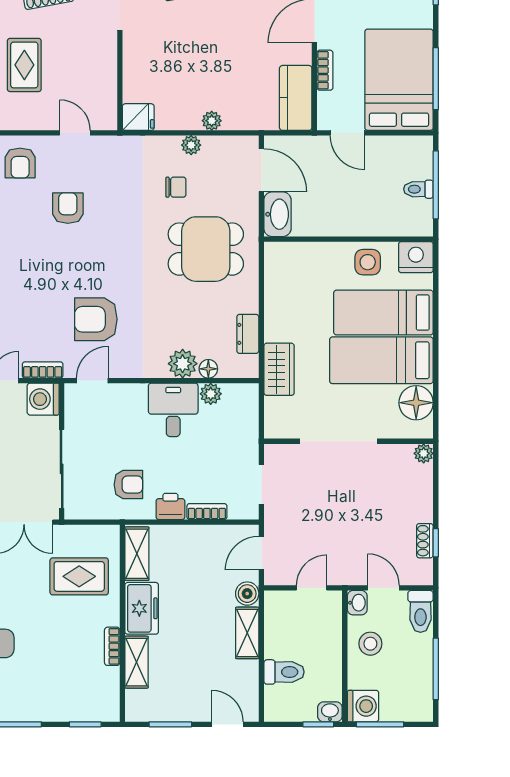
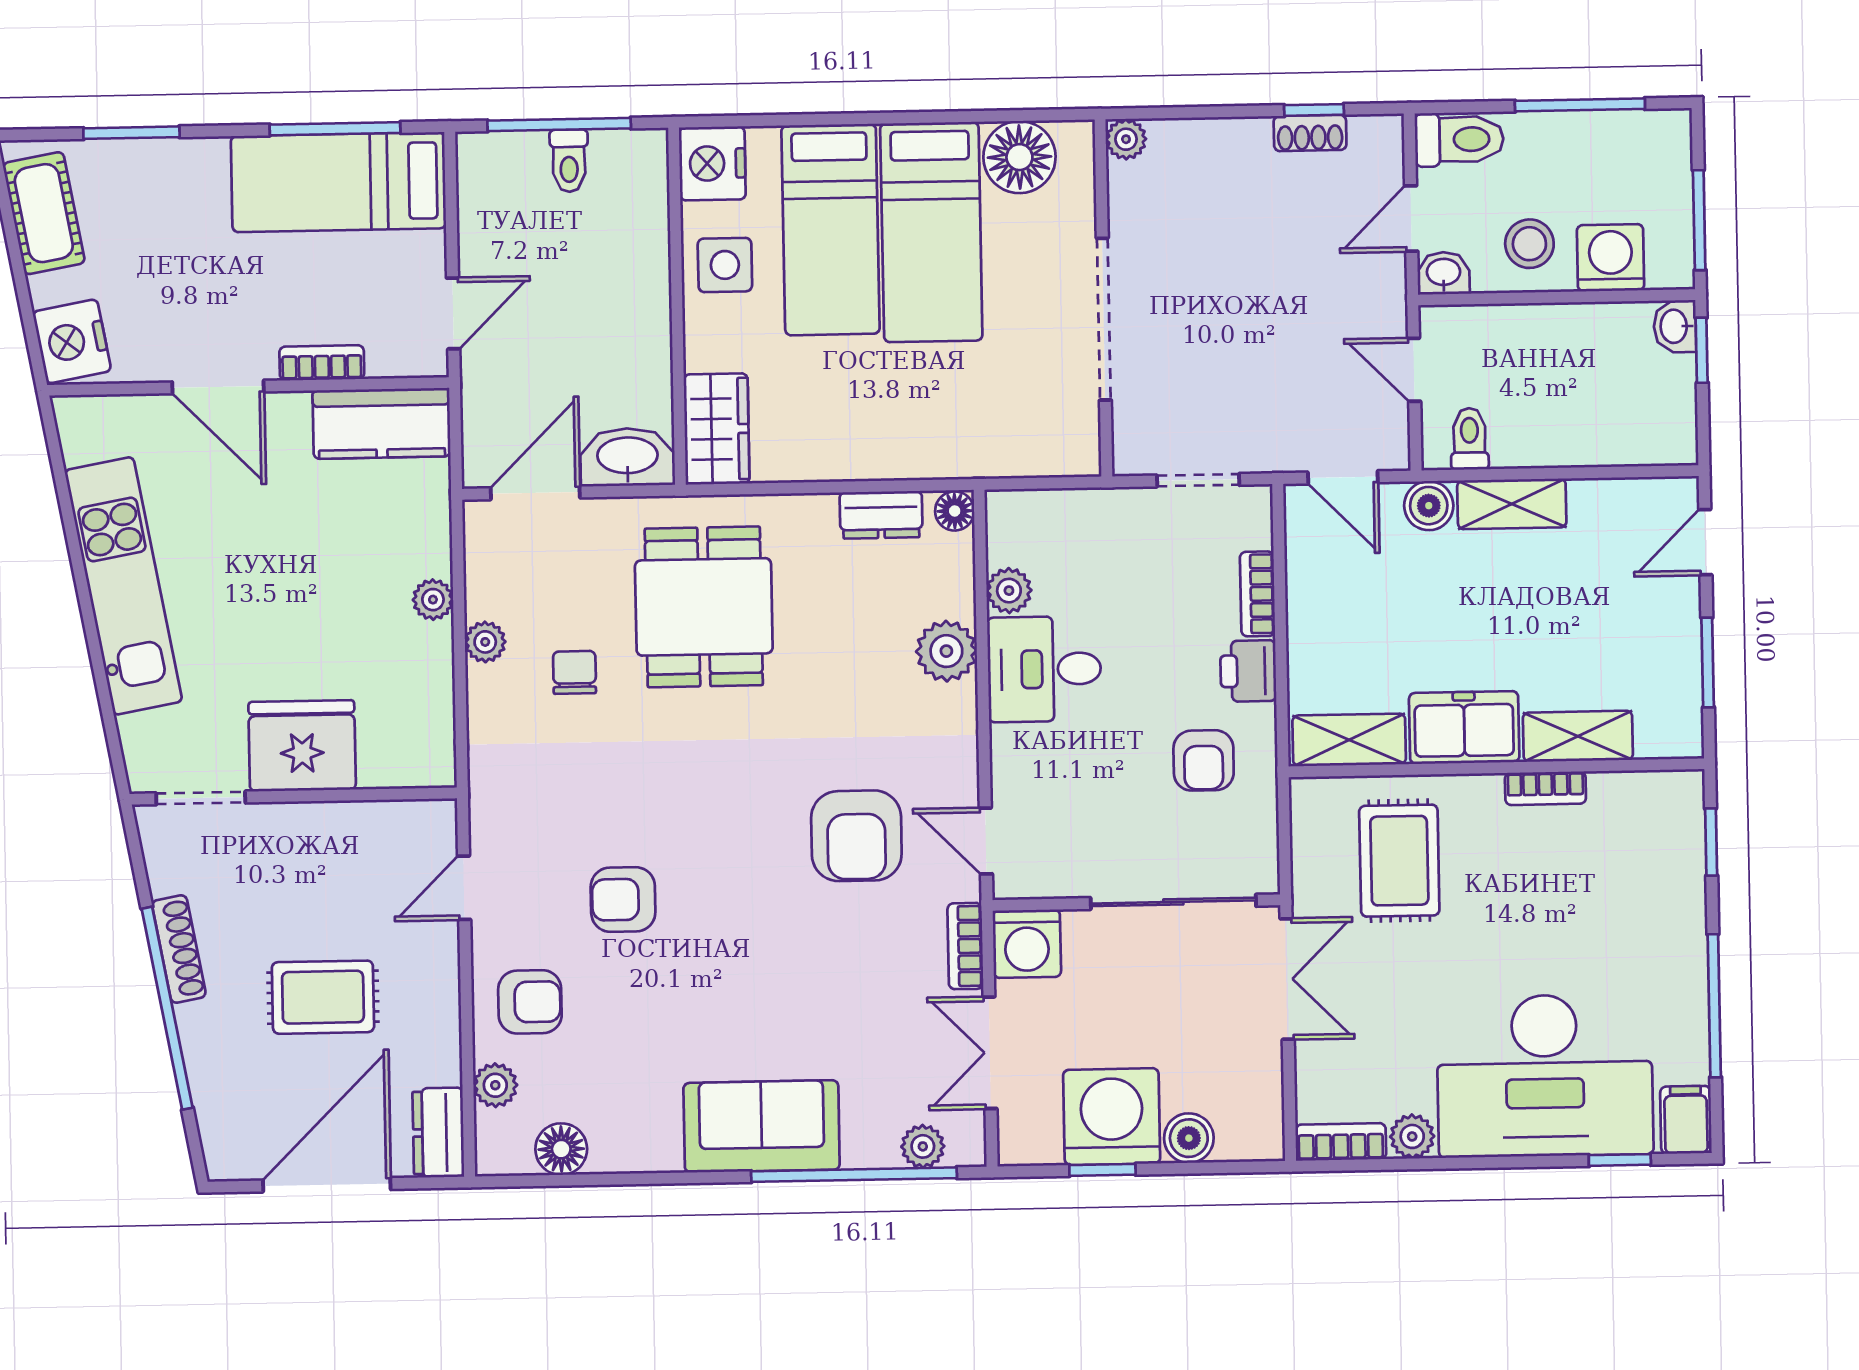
bed: (399, 80) -> (338, 182), width x0.67
fridge: (138, 117) -> (302, 746), moved, width x1.88, depth x1.34
floor lamp: (208, 369) -> (955, 511), moved
wardrobe: (279, 369) -> (717, 429), moved, turned 90
armchair: (128, 485) -> (1204, 760), turned 180
toilet: (284, 672) -> (1470, 439), moved, width x0.73, depth x0.72
washing machine: (363, 706) -> (1611, 258), moved

